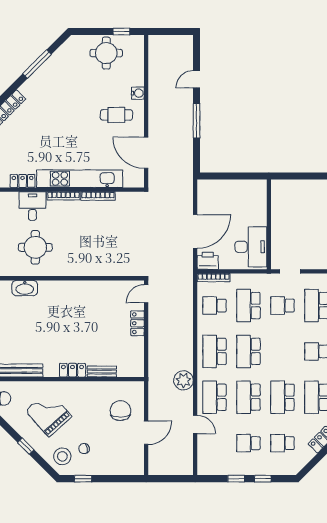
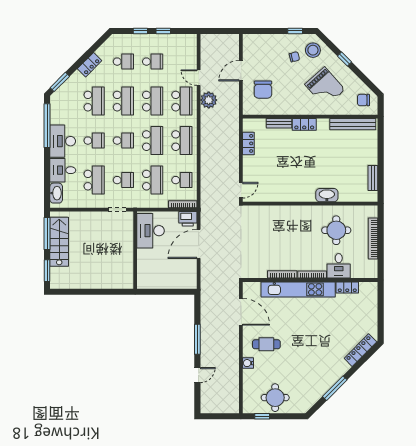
washbasin: (25, 288) -> (327, 195), moved
locker: (137, 323) -> (248, 143), moved
school desk: (282, 351) -> (123, 141), added
plant: (183, 380) -> (209, 100), moved

